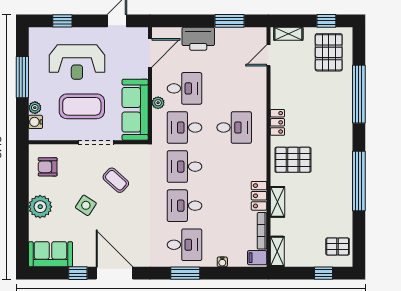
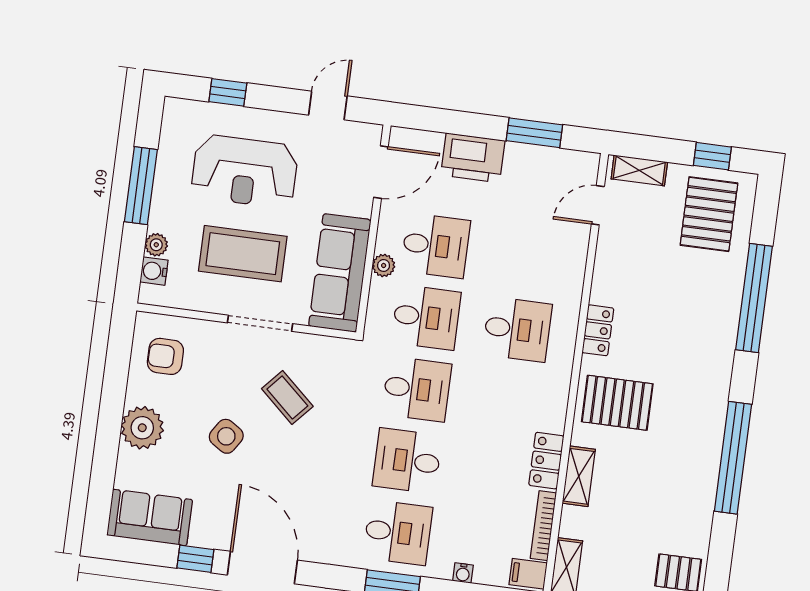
desk: (185, 127) -> (426, 317), turned 180
desk: (185, 167) -> (417, 389), turned 180

